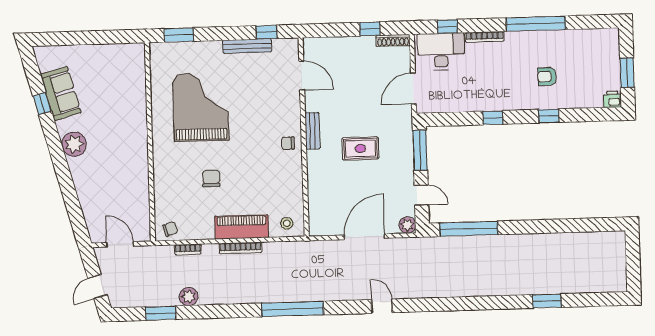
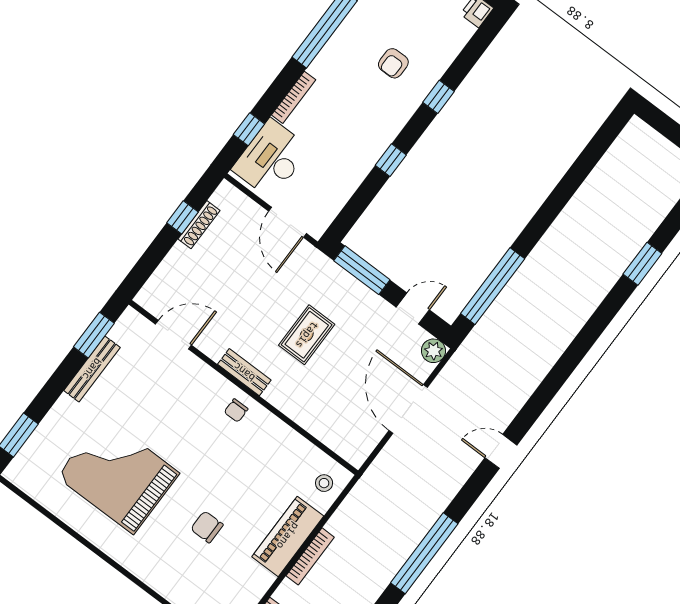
window: (267, 32) -> (94, 335), width x1.50
shoe rack: (393, 41) -> (199, 225), moved

